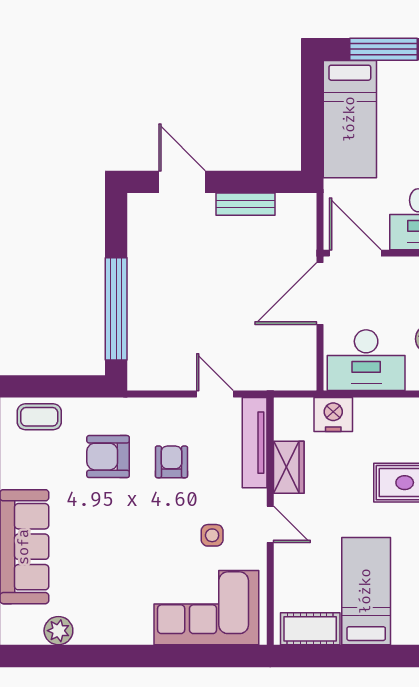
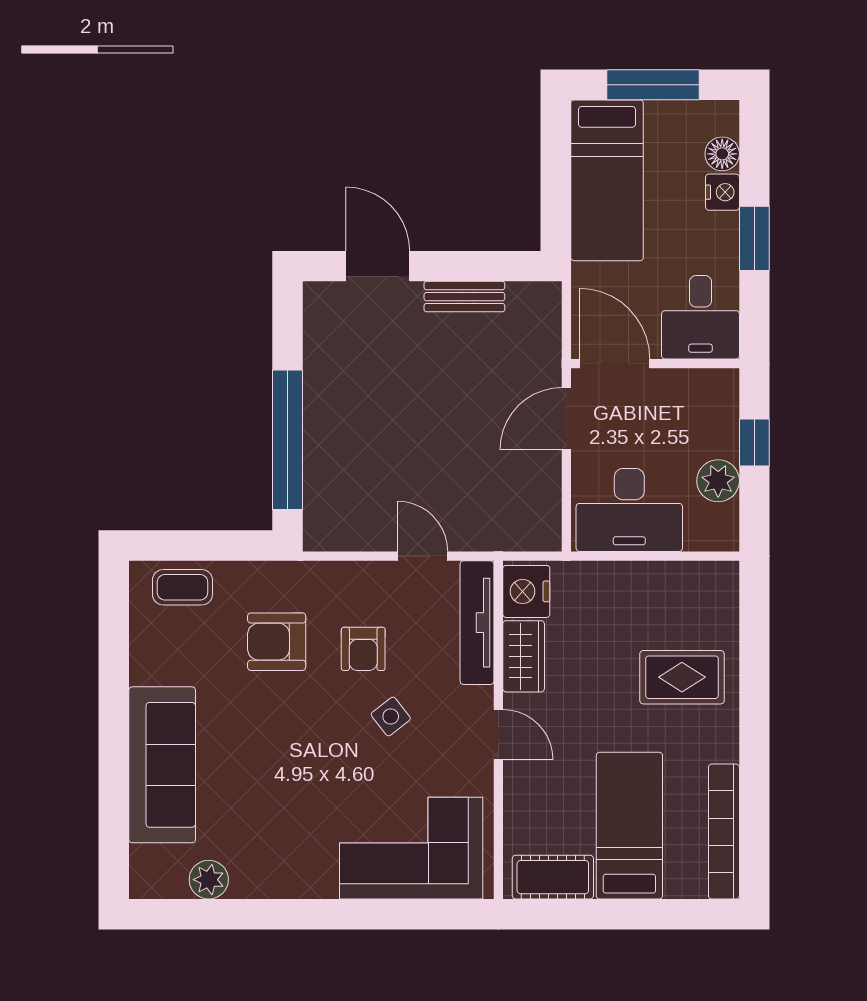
door: (320, 293) -> (566, 419), width x0.73
nightstand: (333, 414) -> (526, 591), moved, turned -90
armchair: (171, 462) -> (363, 649), turned 180
side table: (212, 535) -> (391, 716), moved, turned -38

